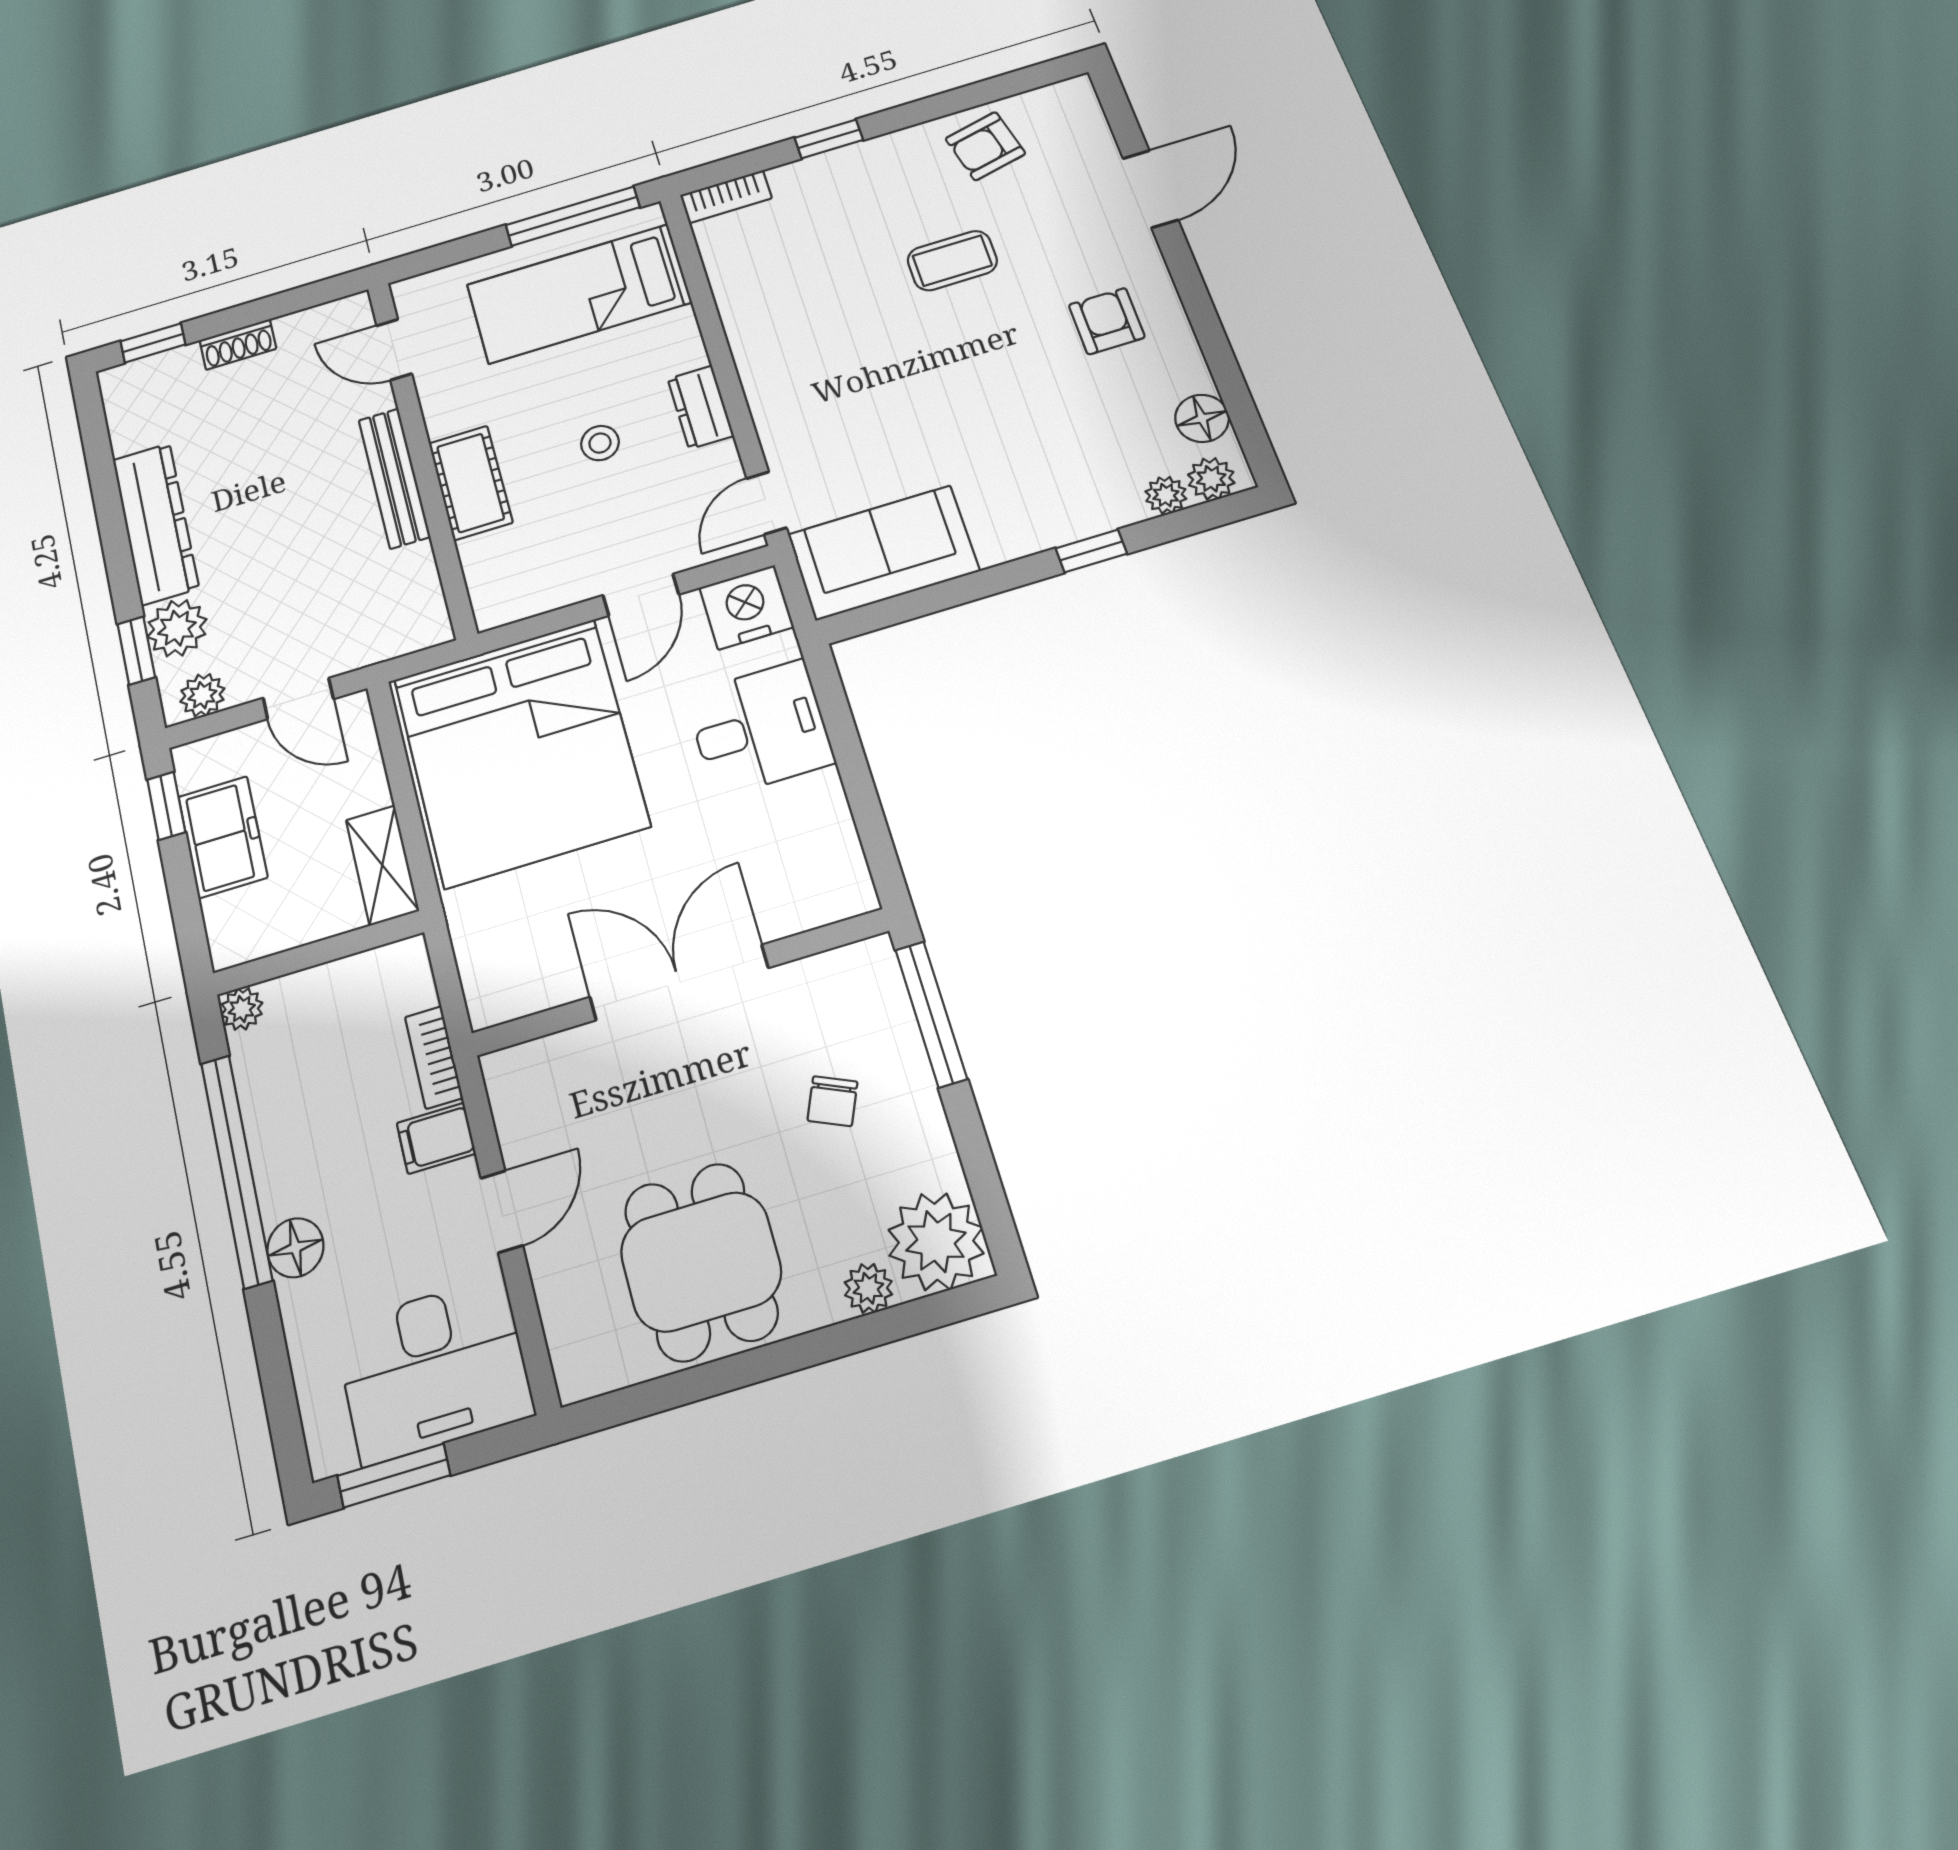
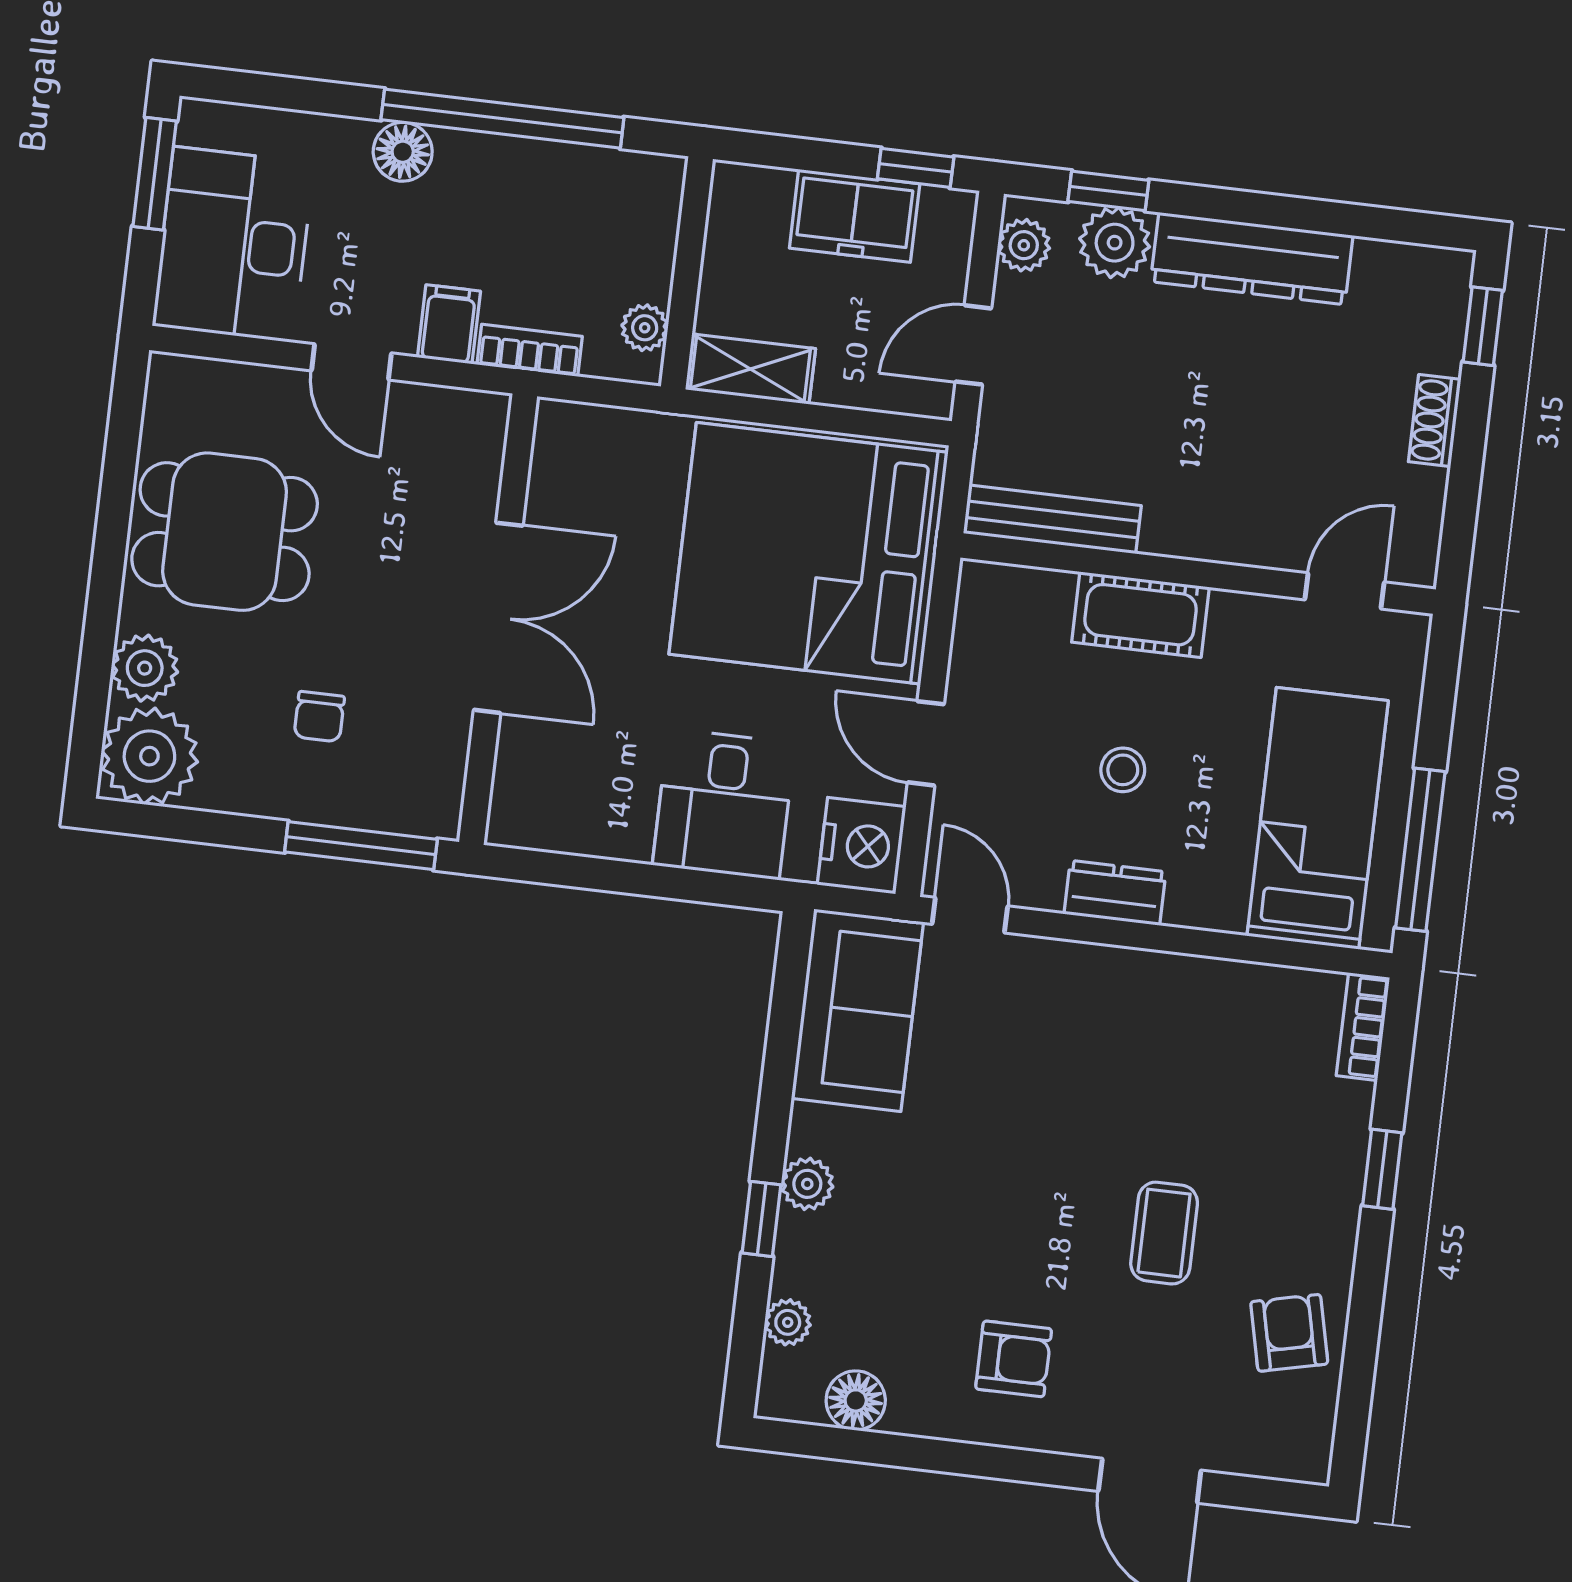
bench: (394, 478) -> (1052, 519), moved
plant: (1211, 479) -> (807, 1184), moved
plant: (242, 1009) -> (645, 328), moved
chair: (832, 1101) -> (319, 717), turned -114
plant: (868, 1288) -> (145, 668), width x1.38, depth x1.38

